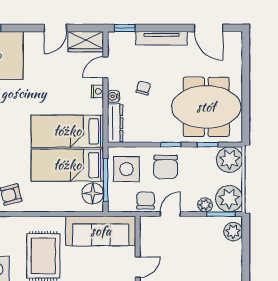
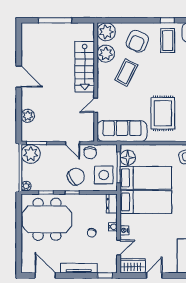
dresser: (115, 123) -> (112, 204), width x0.70
plant: (230, 160) -> (26, 186), width x0.53, depth x0.53
chair: (166, 167) -> (76, 177), turned 59
plant: (205, 205) -> (48, 150), removed
door: (170, 214) -> (73, 143), hinge flipped
plant: (233, 232) -> (28, 116), moved

